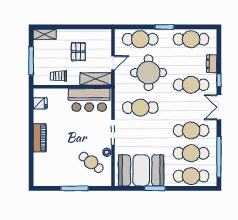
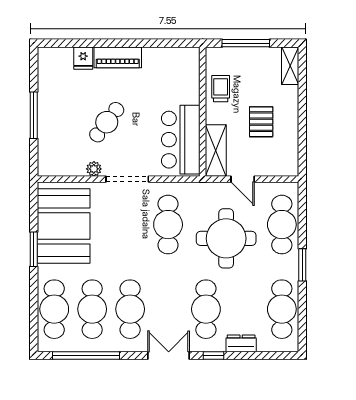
pallet: (78, 52) -> (261, 122), turned 90
fridge: (40, 103) -> (83, 58), moved
cafe table: (91, 162) -> (107, 122), moved

